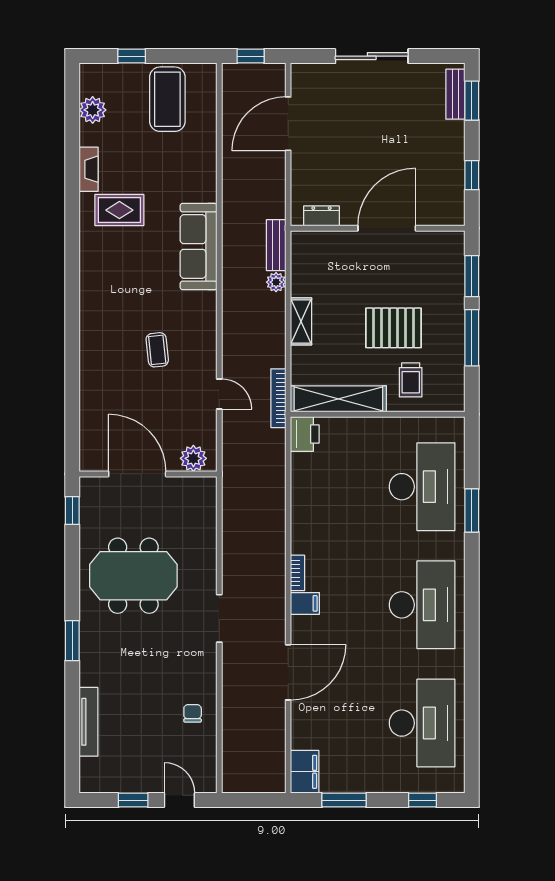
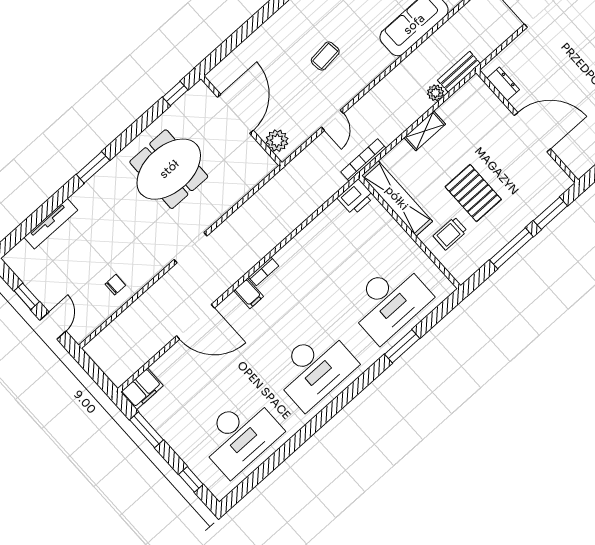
meeting table: (133, 576) -> (169, 169), turned 90

